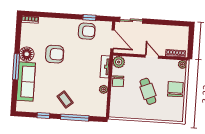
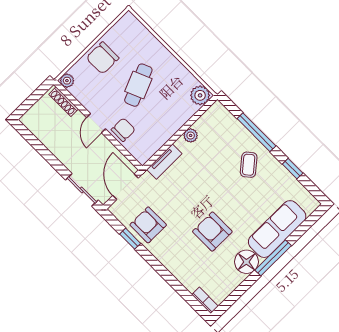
plant: (119, 62) -> (200, 95), moved
chair: (118, 81) -> (123, 130), moved

